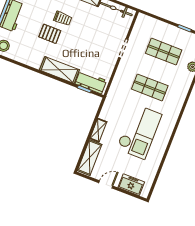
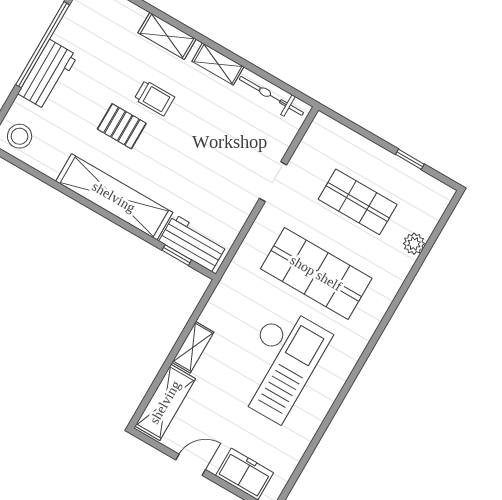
shelving: (59, 70) -> (114, 197), width x1.47
shop shelf: (150, 87) -> (316, 273), width x1.43, depth x1.36

